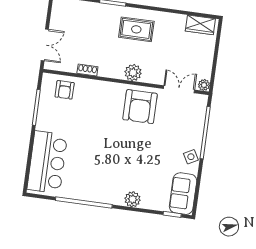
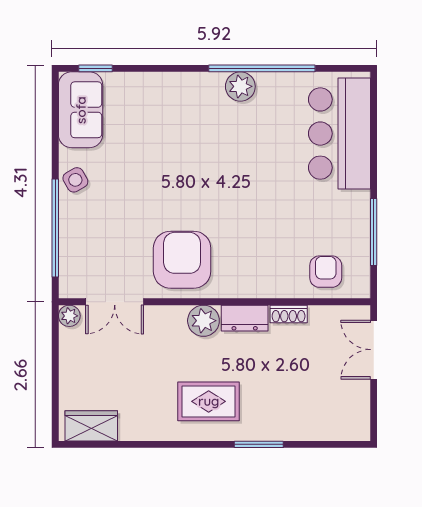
dresser: (111, 71) -> (245, 318), added
plant: (133, 199) -> (240, 86), moved

